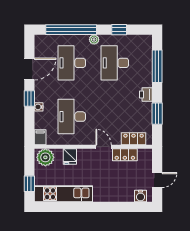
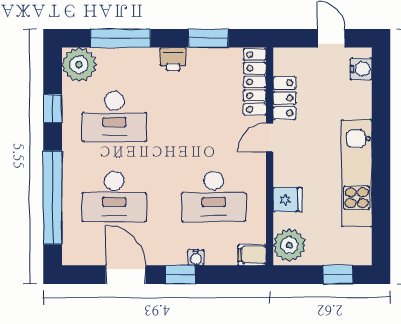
plant: (94, 40) -> (79, 65), moved, width x1.87, depth x1.87
locker: (134, 139) -> (255, 82), width x1.53
kitchen unit: (63, 194) -> (357, 173), moved

